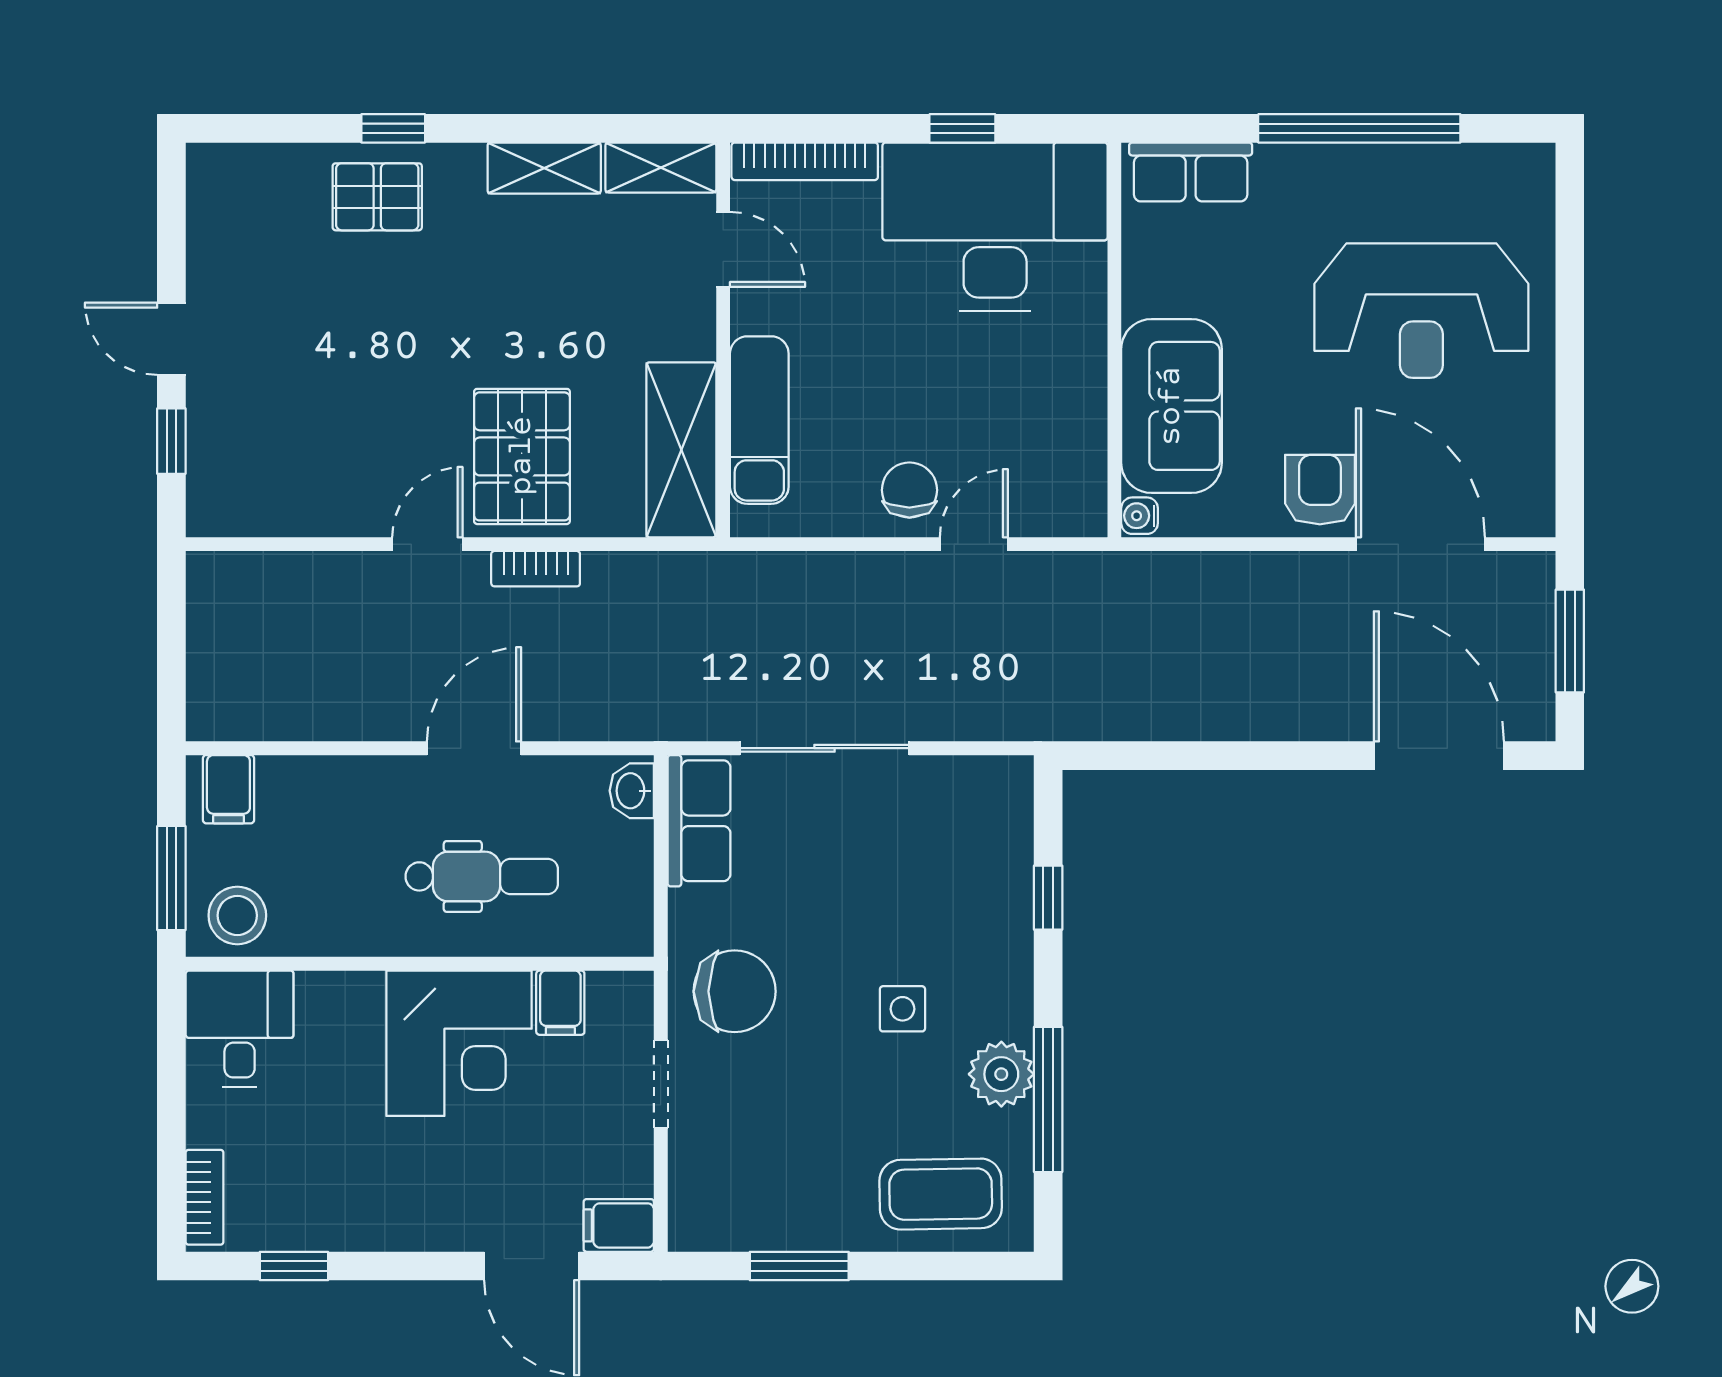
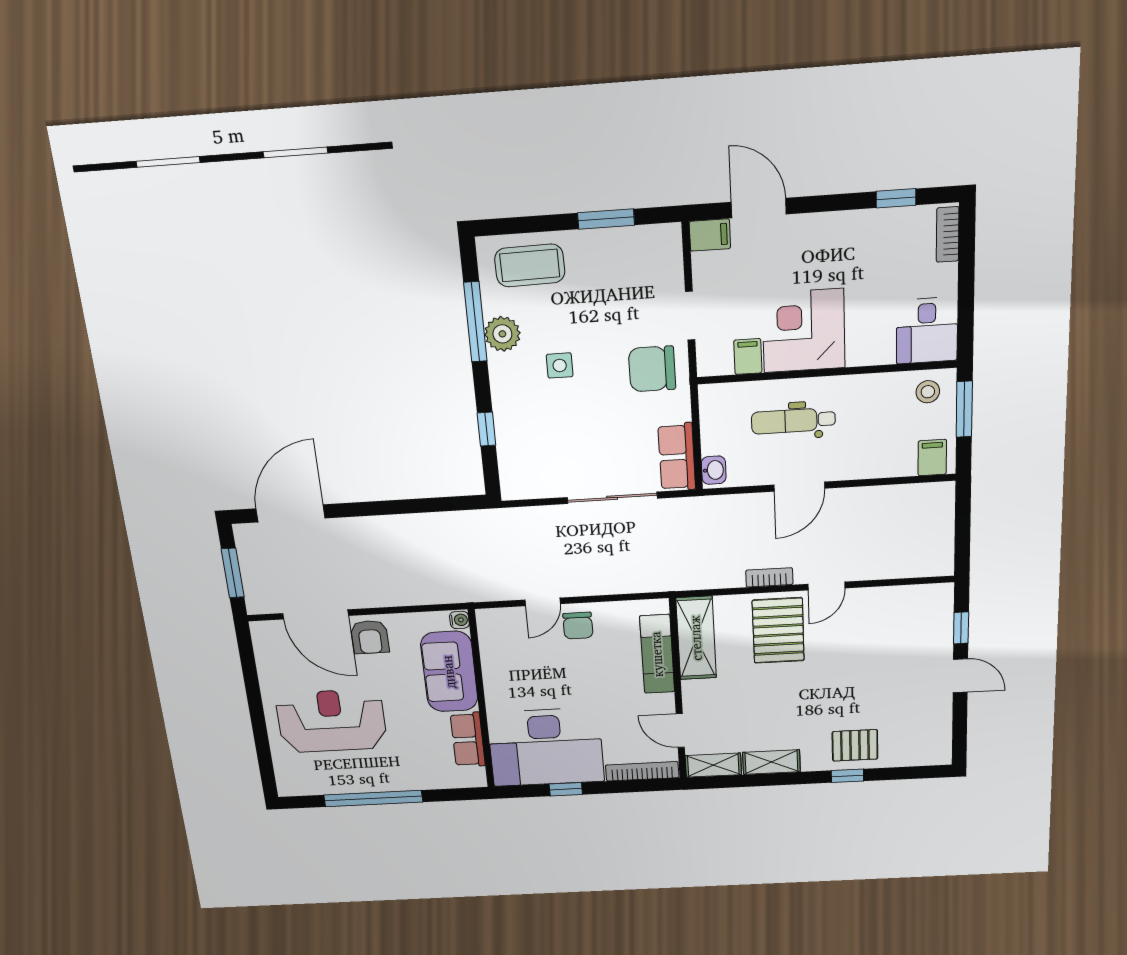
row of seats: (1191, 172) -> (468, 740), moved, turned -90
door: (1439, 756) -> (290, 513), swing flipped
stool: (237, 915) -> (928, 392), width x0.73, depth x0.73

